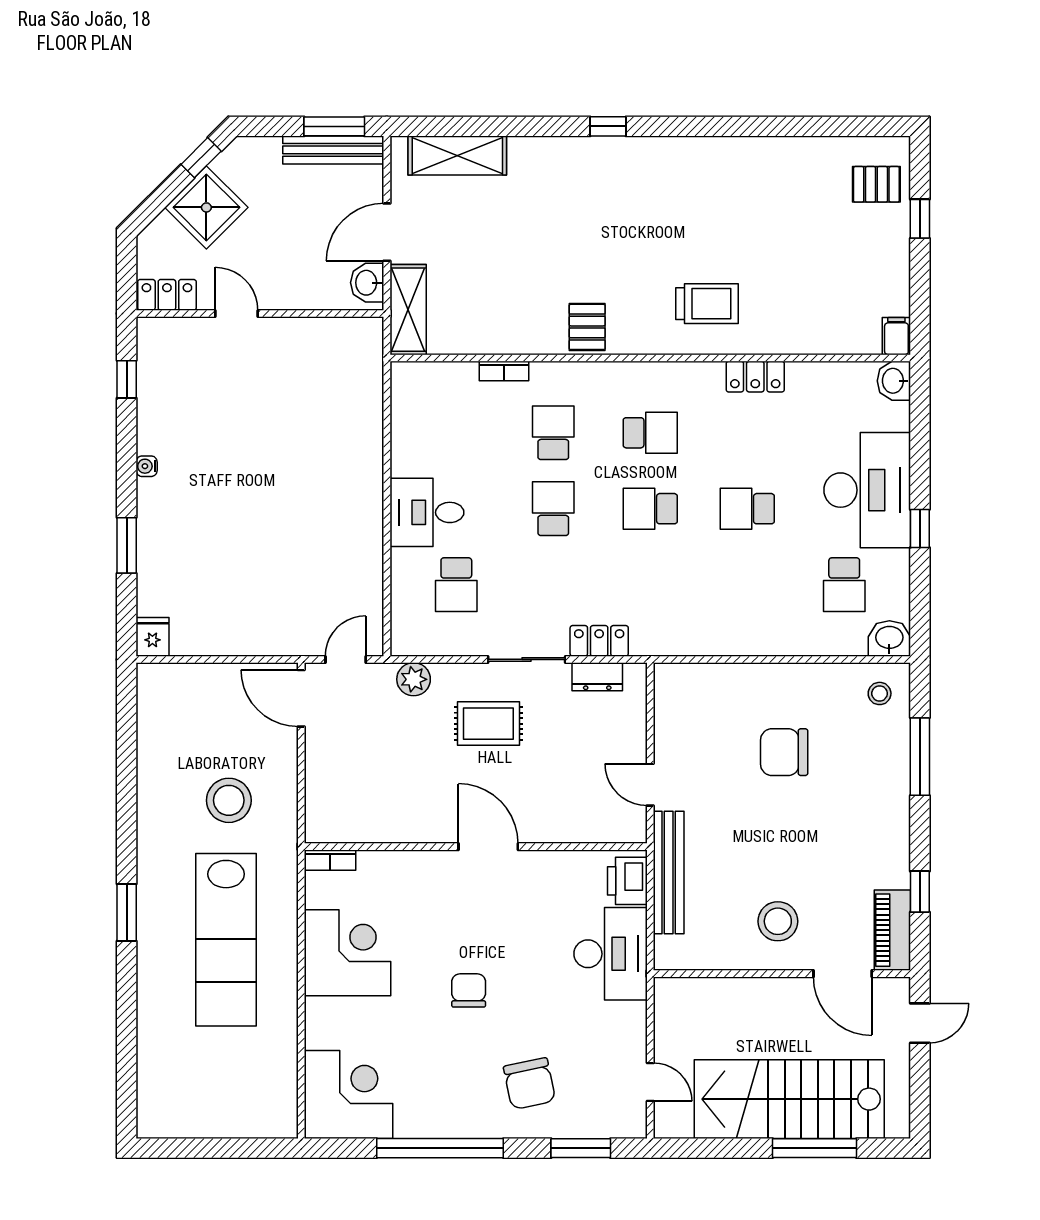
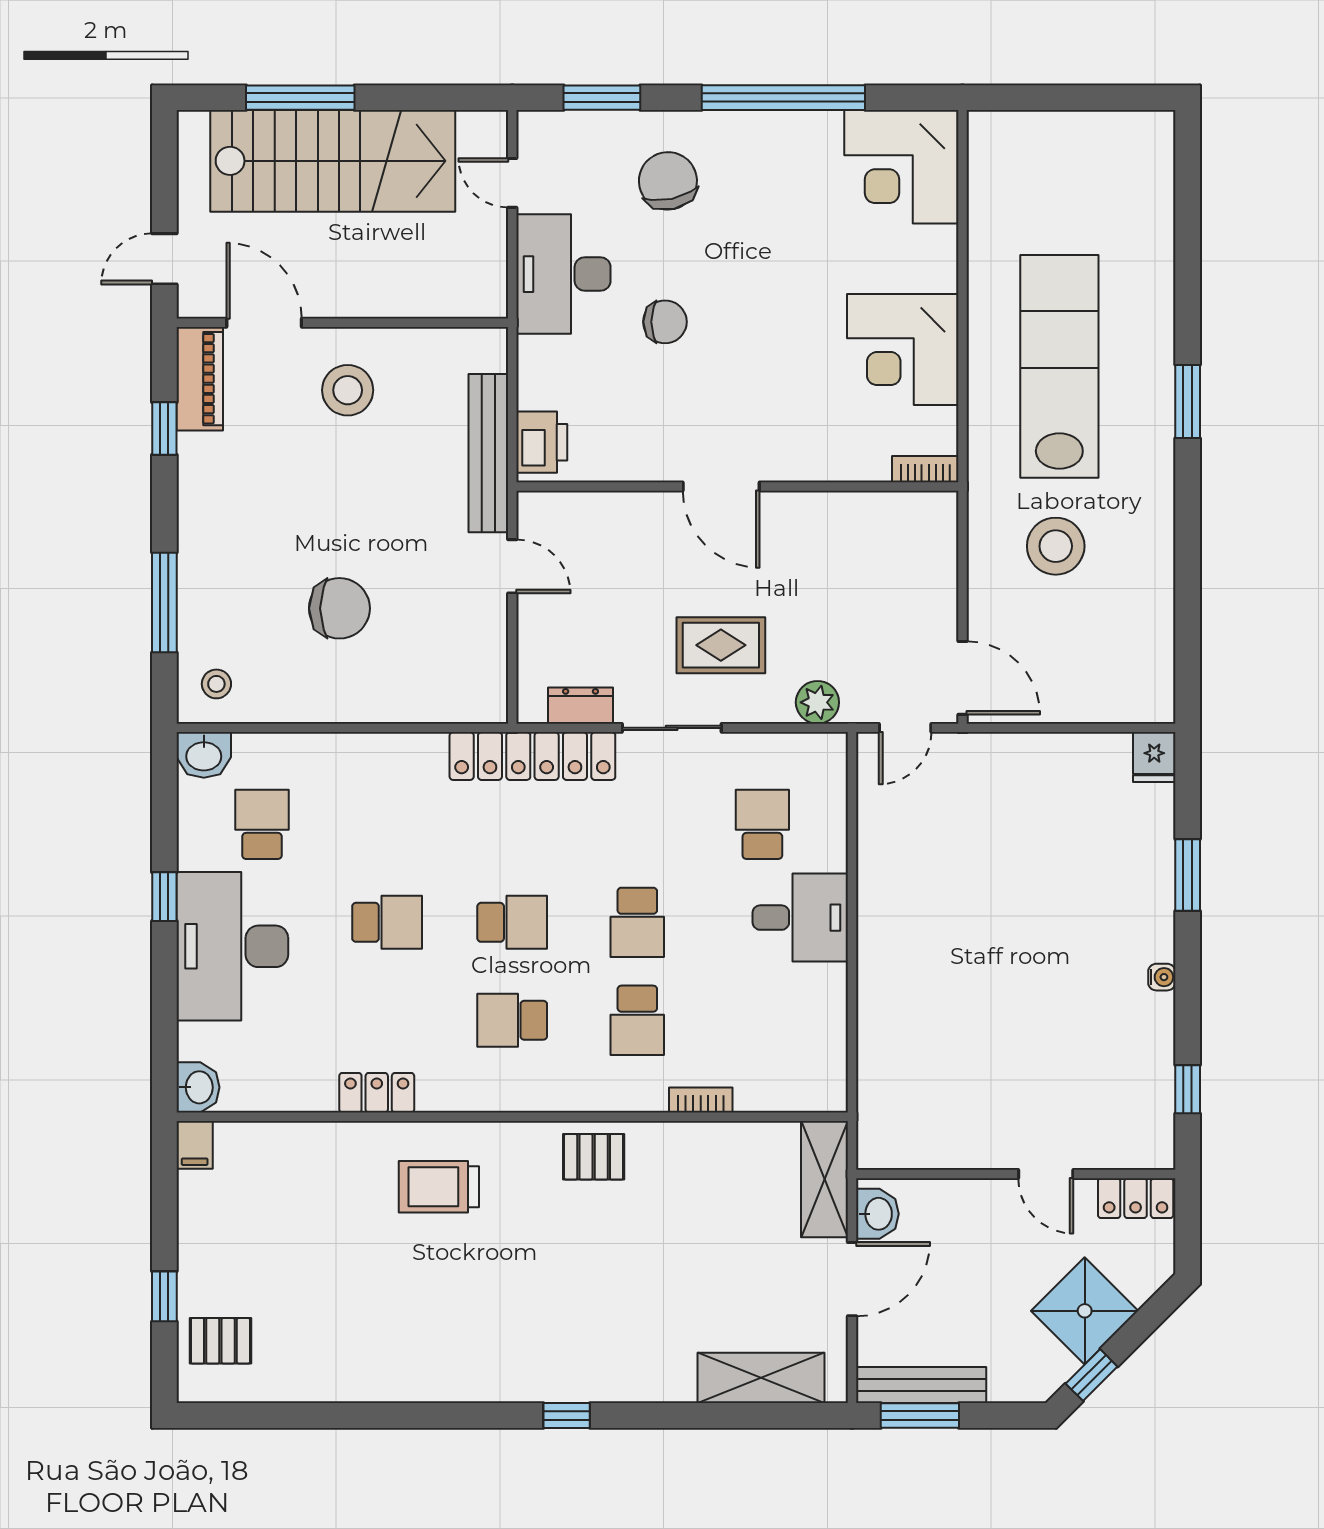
pallet: (587, 327) -> (594, 1157), turned 90
locker: (599, 641) -> (532, 756), width x2.16, depth x1.21
desk: (611, 954) -> (563, 274), moved
chair: (469, 990) -> (665, 322), moved, turned -90

